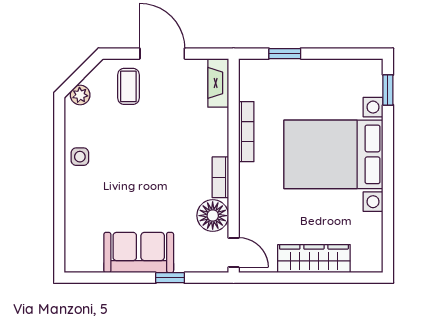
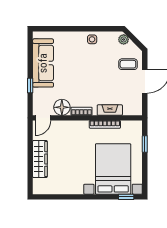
fireplace: (218, 83) -> (110, 110), moved
bed with nightstands: (333, 154) -> (113, 169), moved
sofa: (139, 253) -> (43, 63), width x1.36

